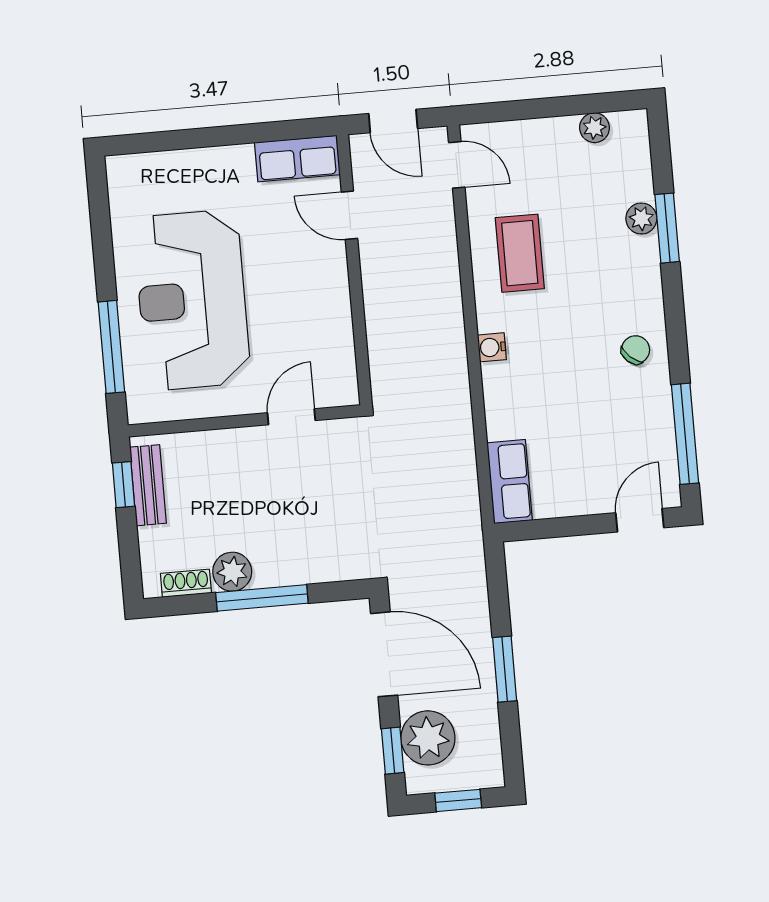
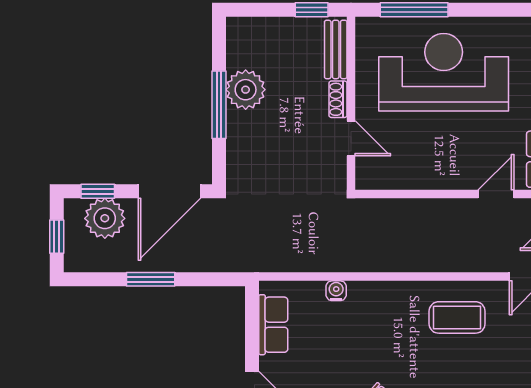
water cooler: (492, 347) -> (336, 291), moved
row of seats: (510, 482) -> (273, 325), moved, turned -90
bench: (148, 485) -> (336, 49), moved, turned 90
plant: (232, 572) -> (246, 90), width x1.36, depth x1.36
shoe rack: (186, 583) -> (338, 99), moved, turned 180

